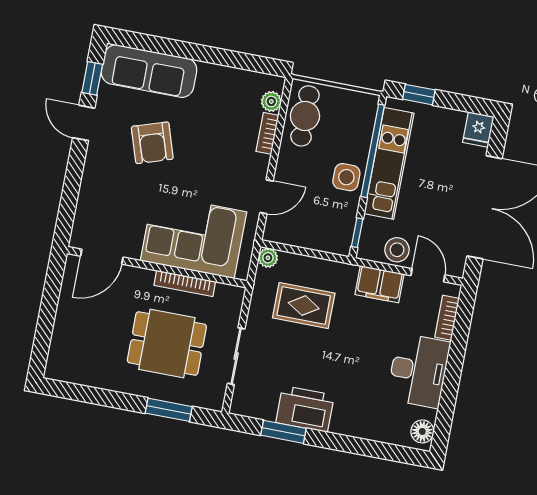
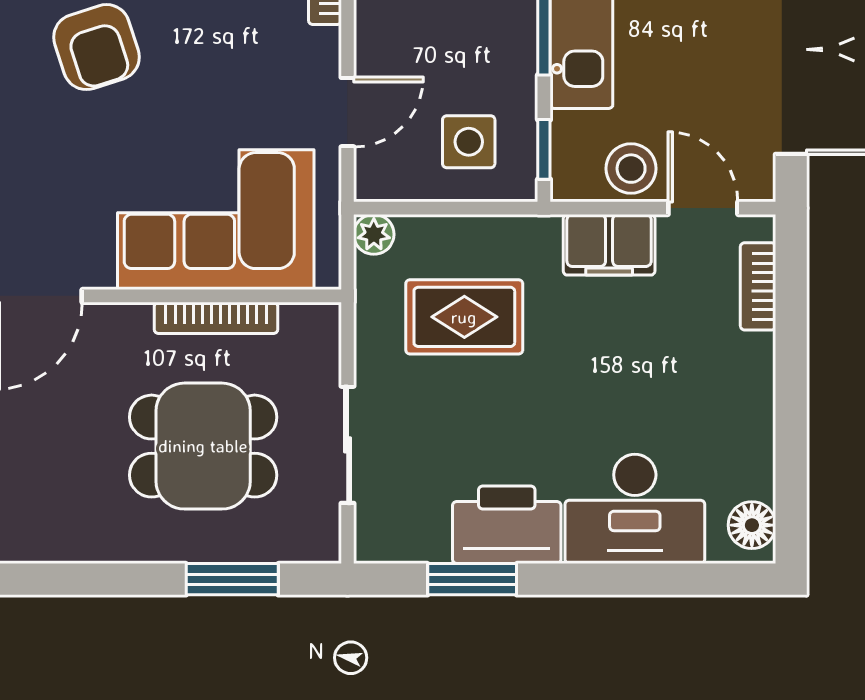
side table: (346, 177) -> (469, 142), moved
desk: (418, 371) -> (635, 509), moved, turned 90

